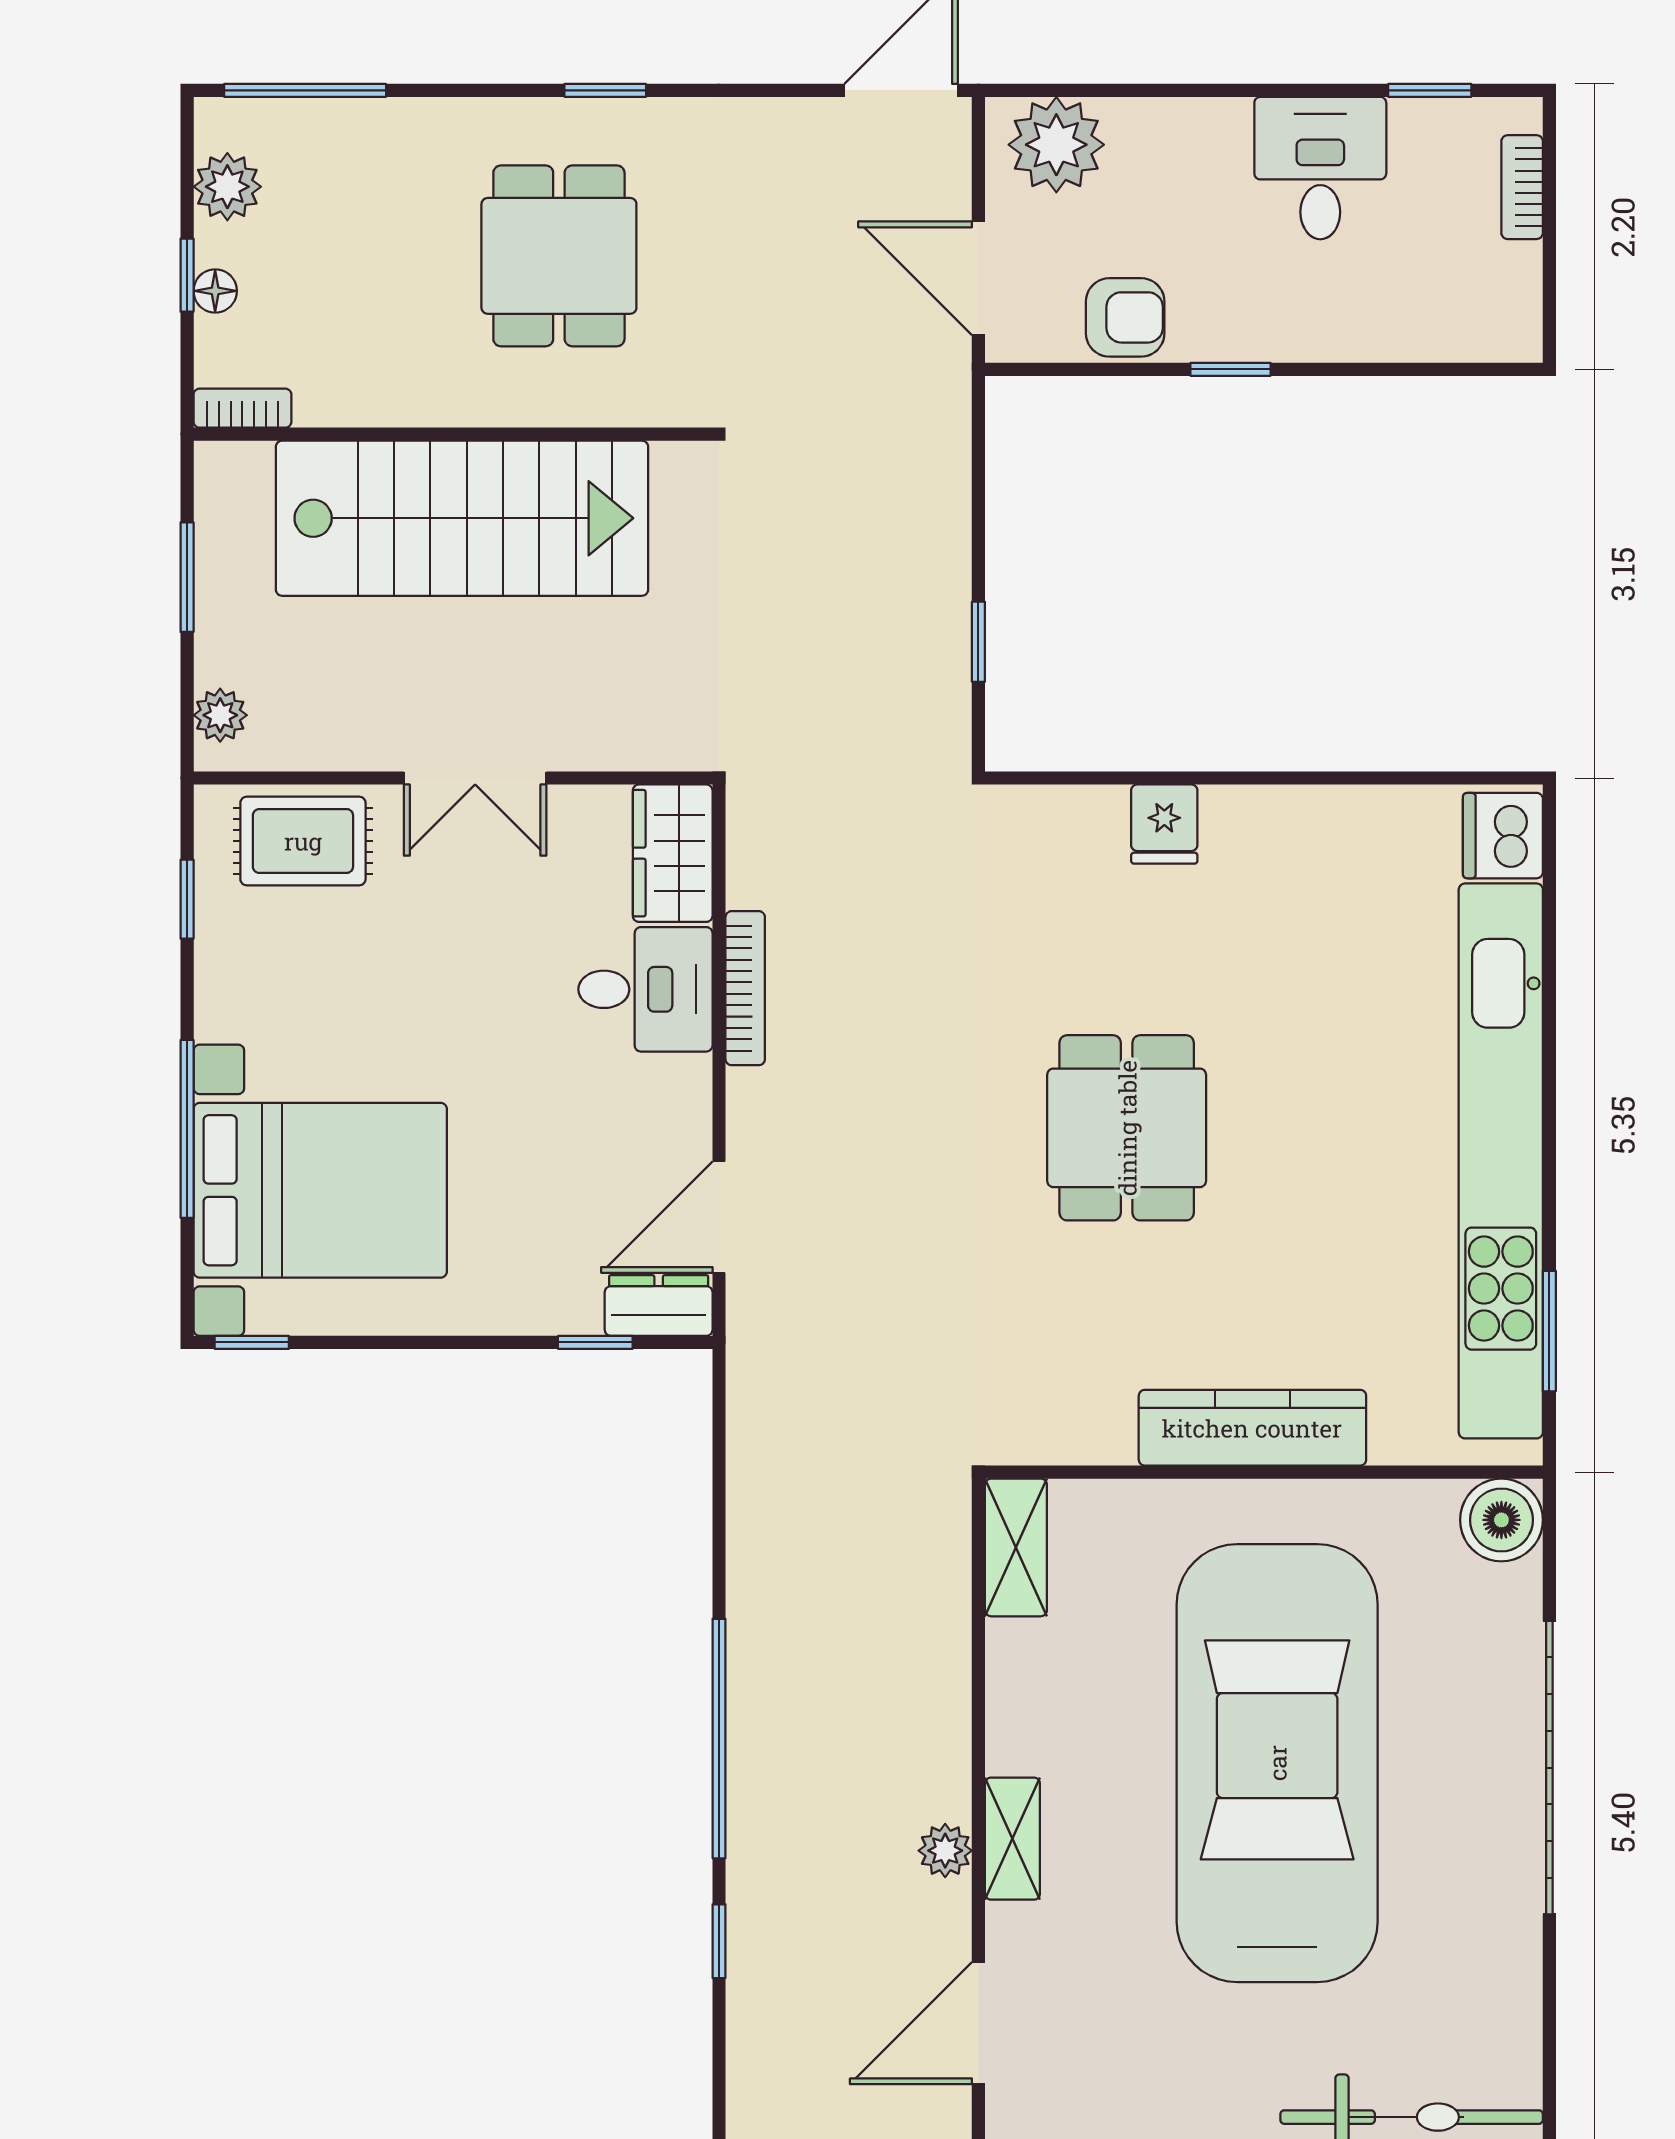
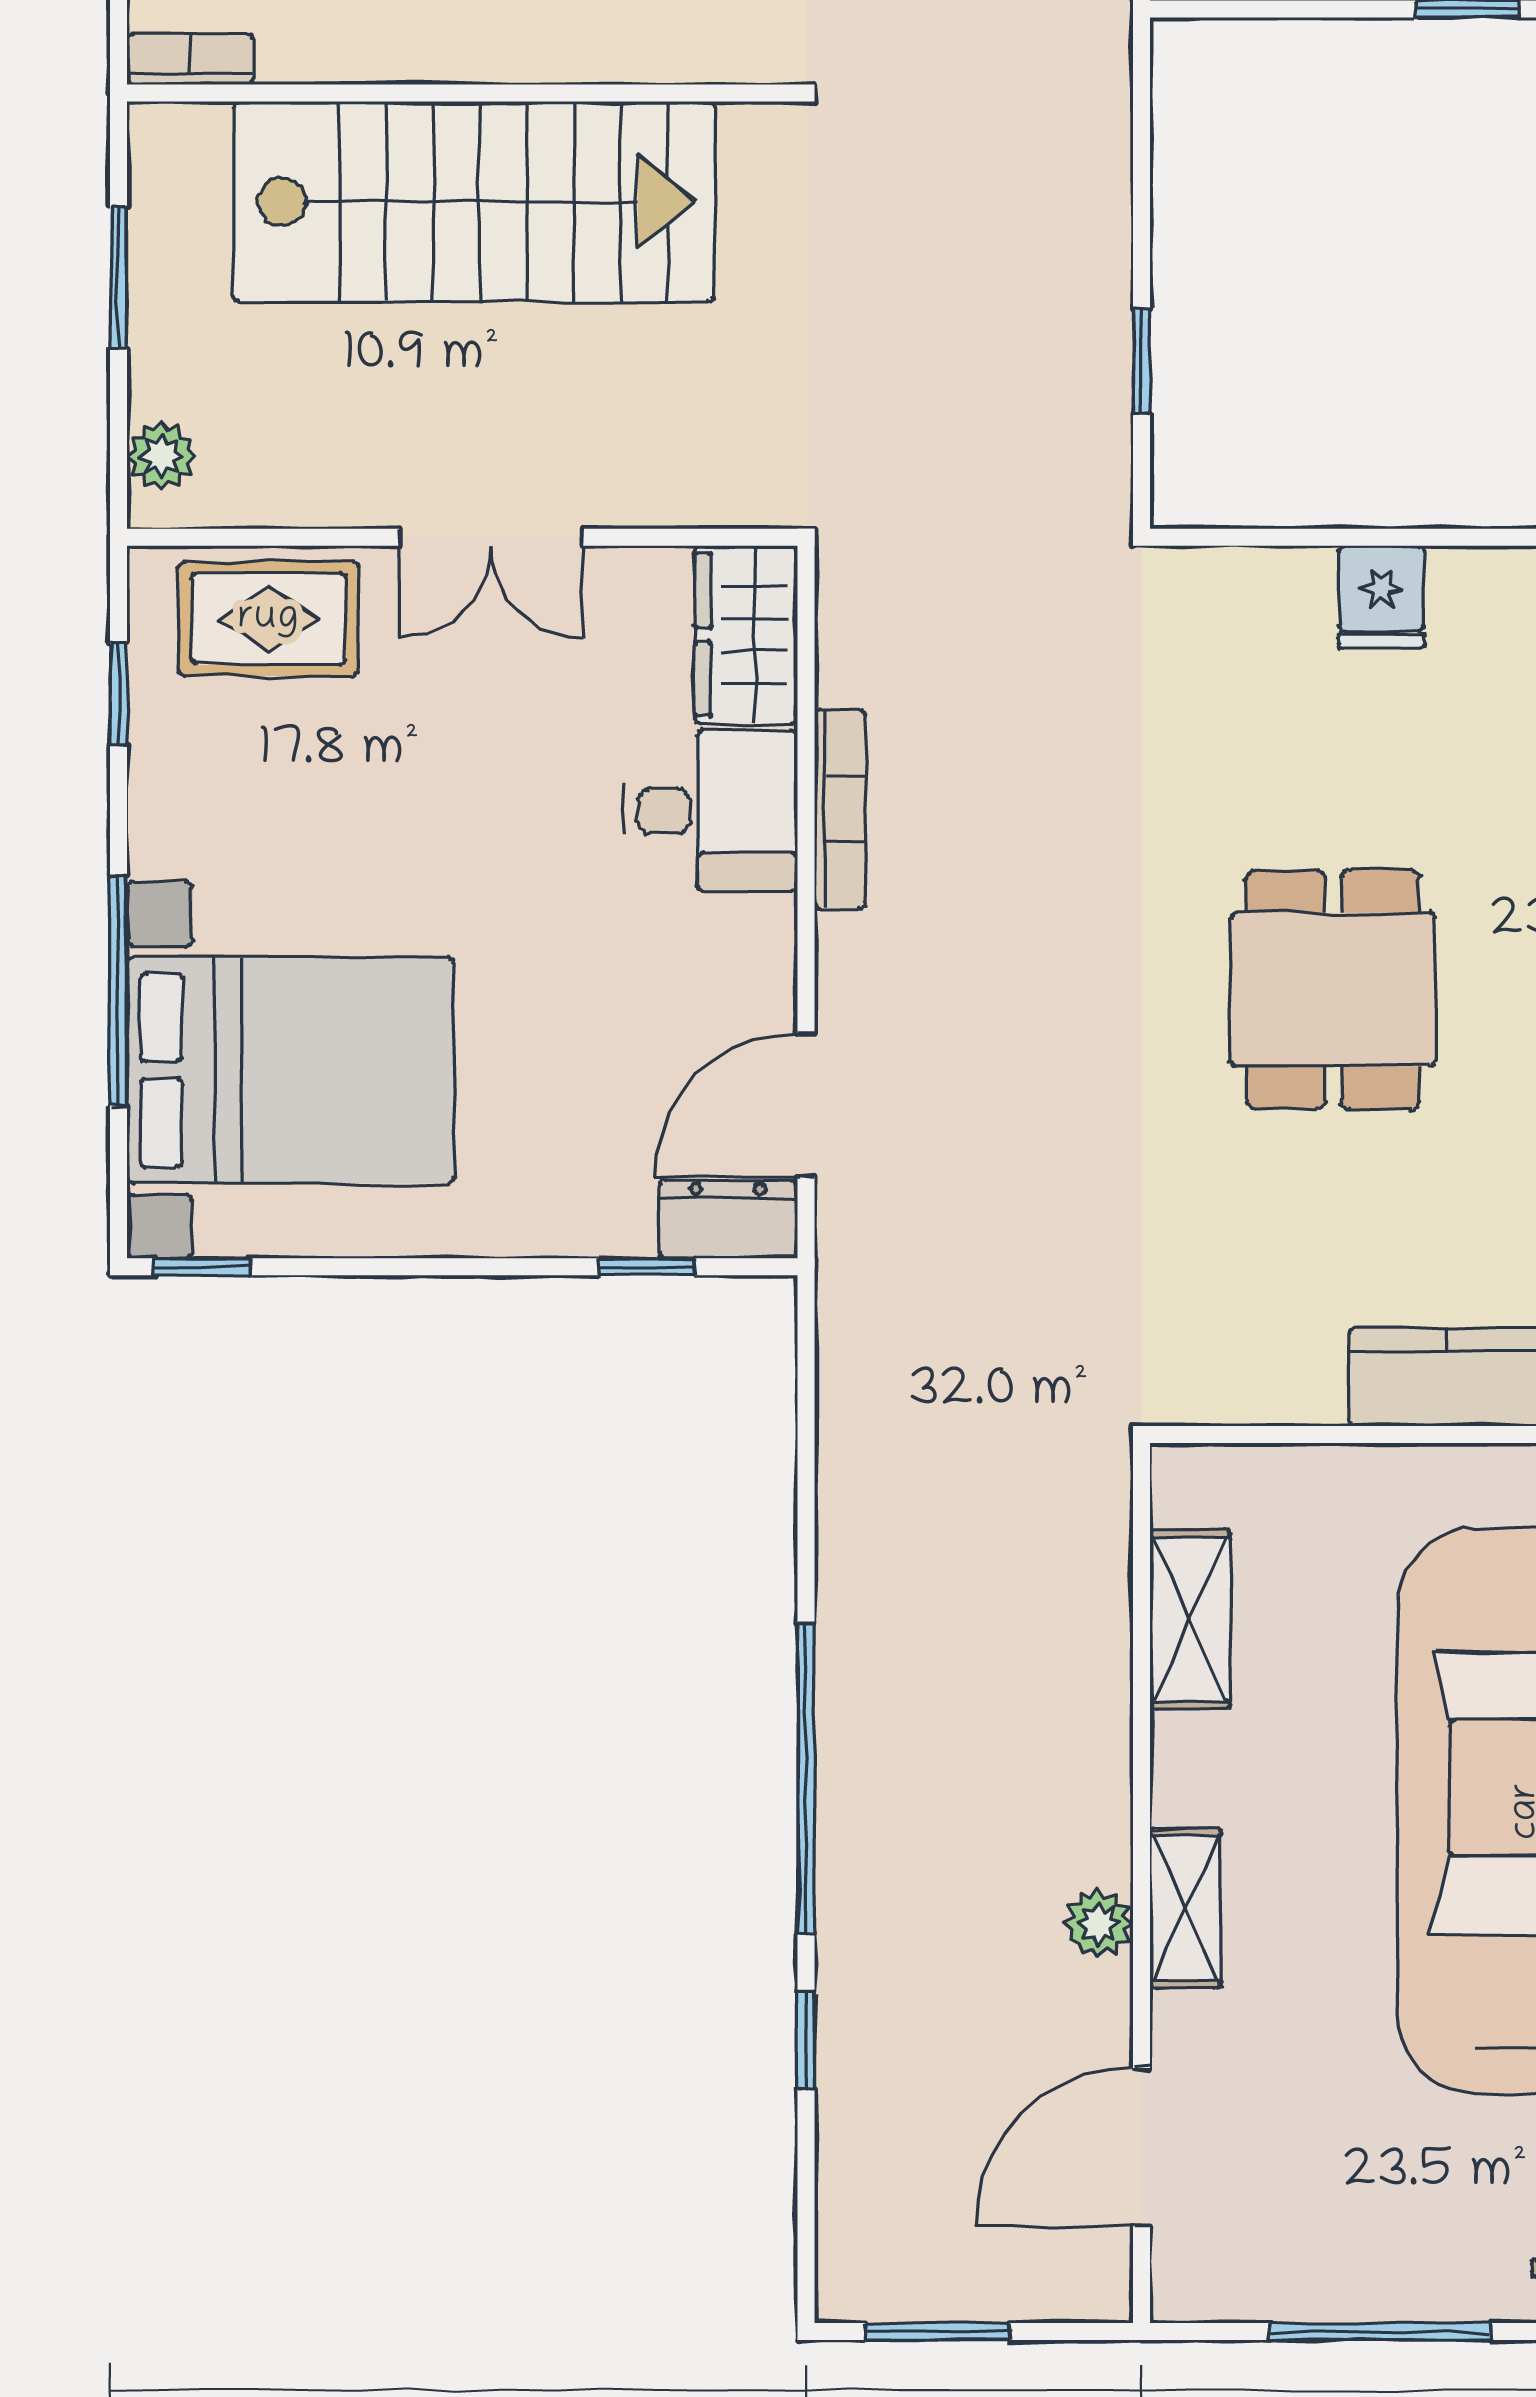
shelving: (1016, 1547) -> (1190, 1619), moved

